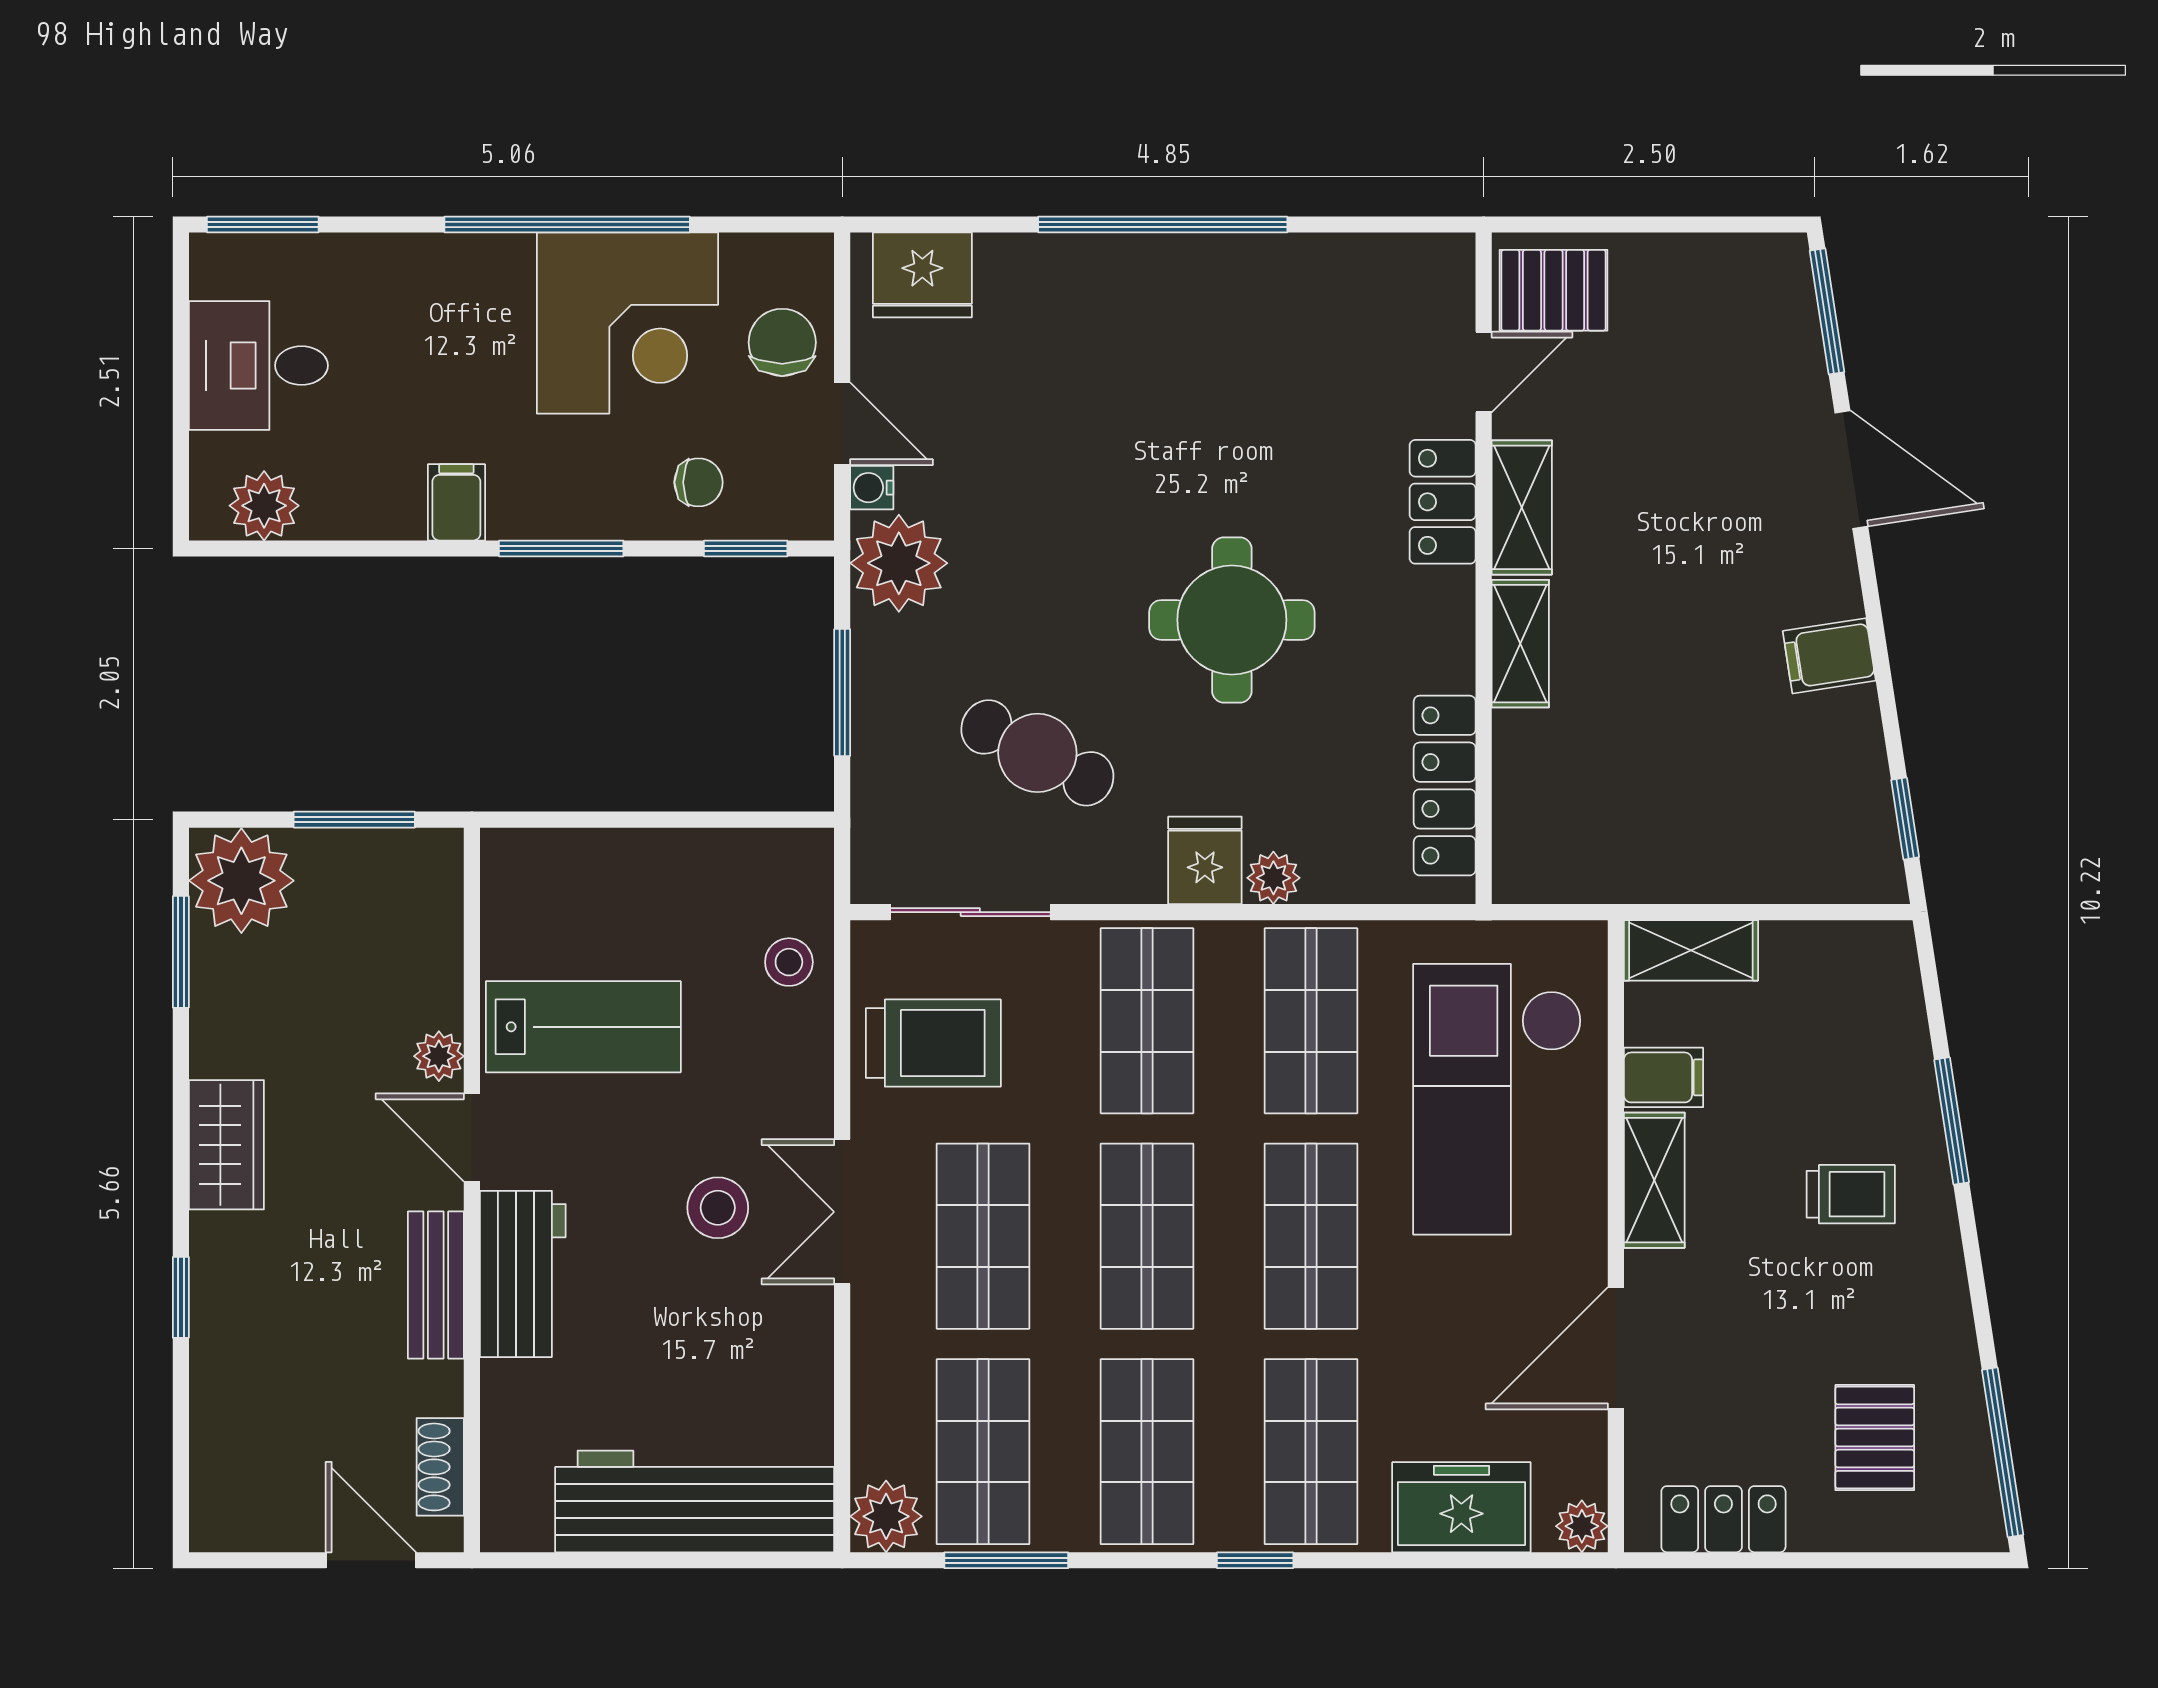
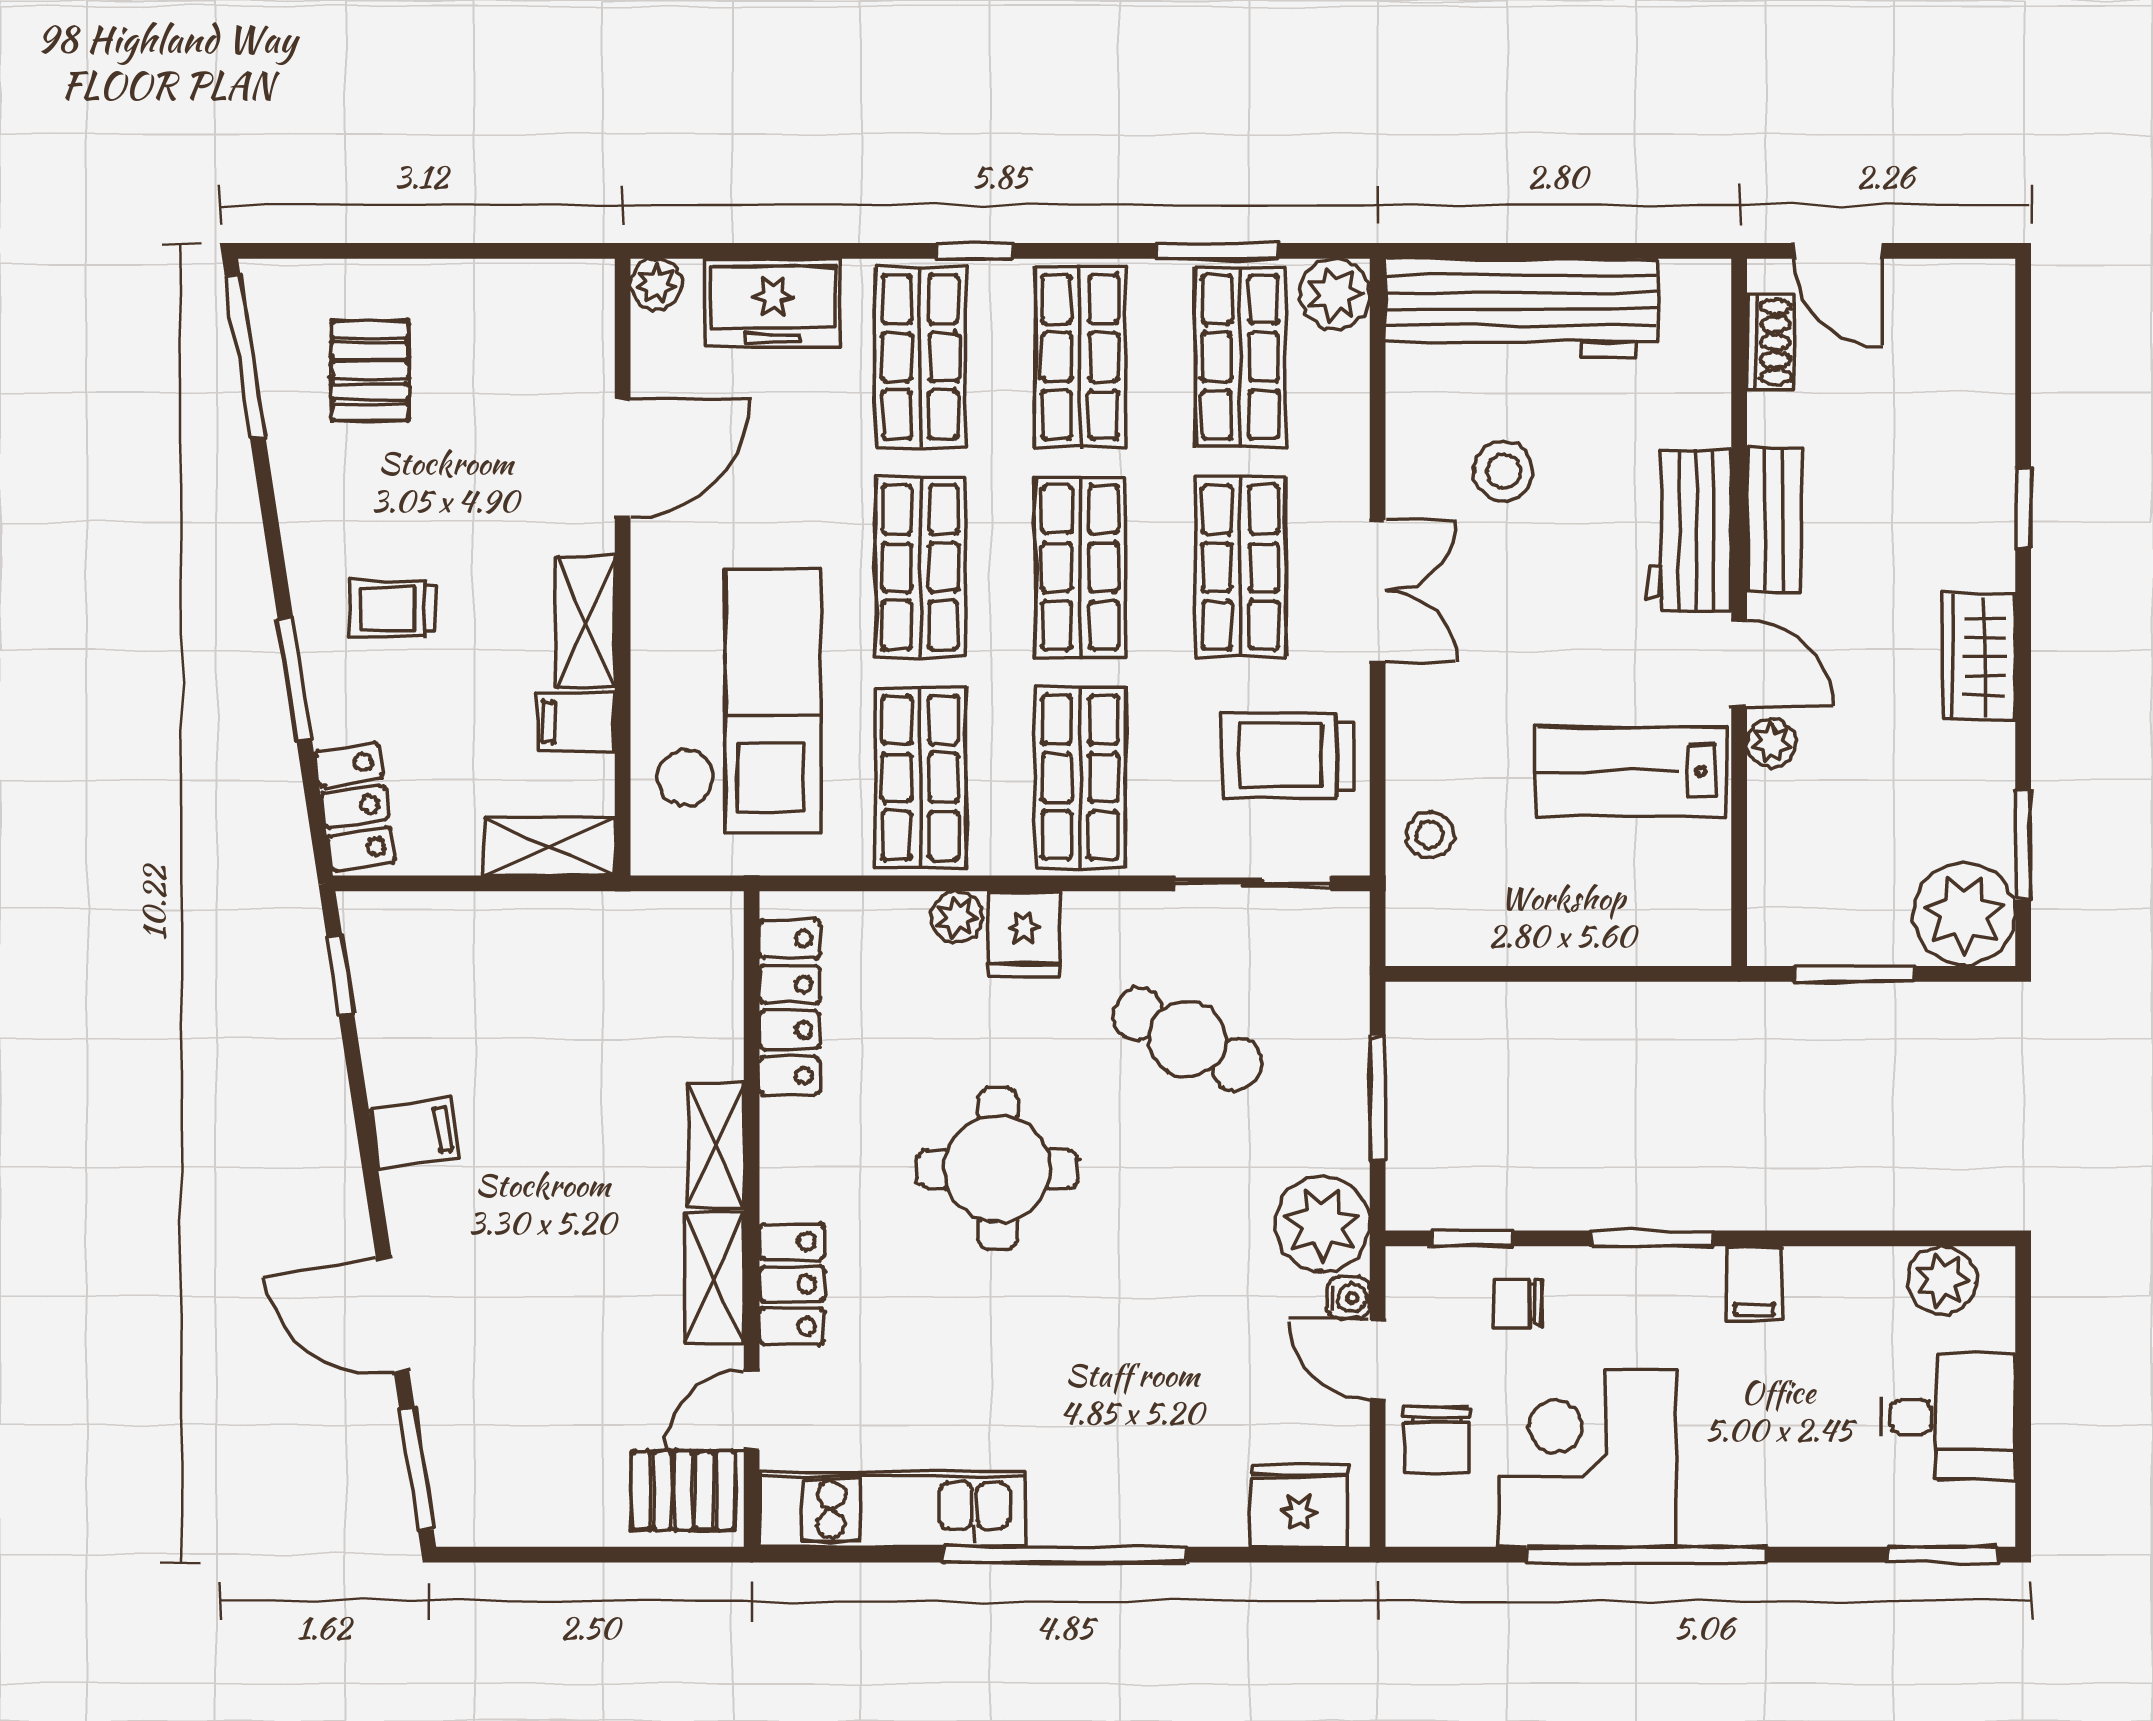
kitchen unit: (1340, 271) -> (892, 1510), added
stool: (718, 1208) -> (1504, 471), moved
locker: (1723, 1519) -> (355, 806), moved, turned -99

